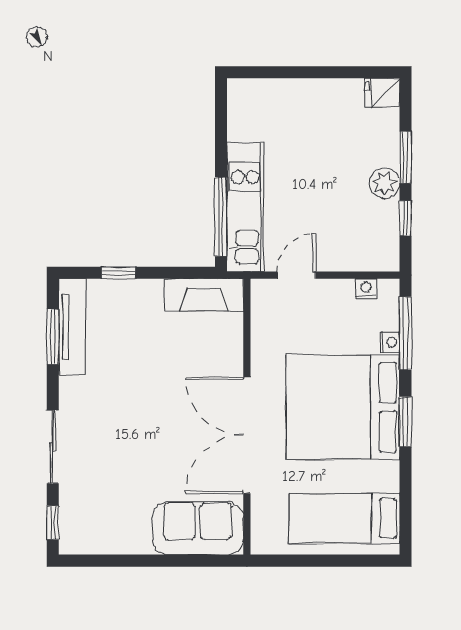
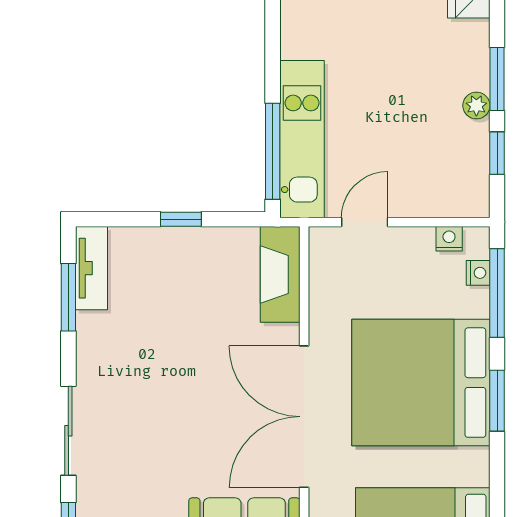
plant: (384, 183) -> (476, 106), width x0.73, depth x0.73
window: (119, 273) -> (181, 219), moved
fireplace: (204, 295) -> (280, 274), moved, turned 90
tv unit: (72, 327) -> (91, 268), width x0.71
nightstand: (390, 342) -> (478, 273), moved

